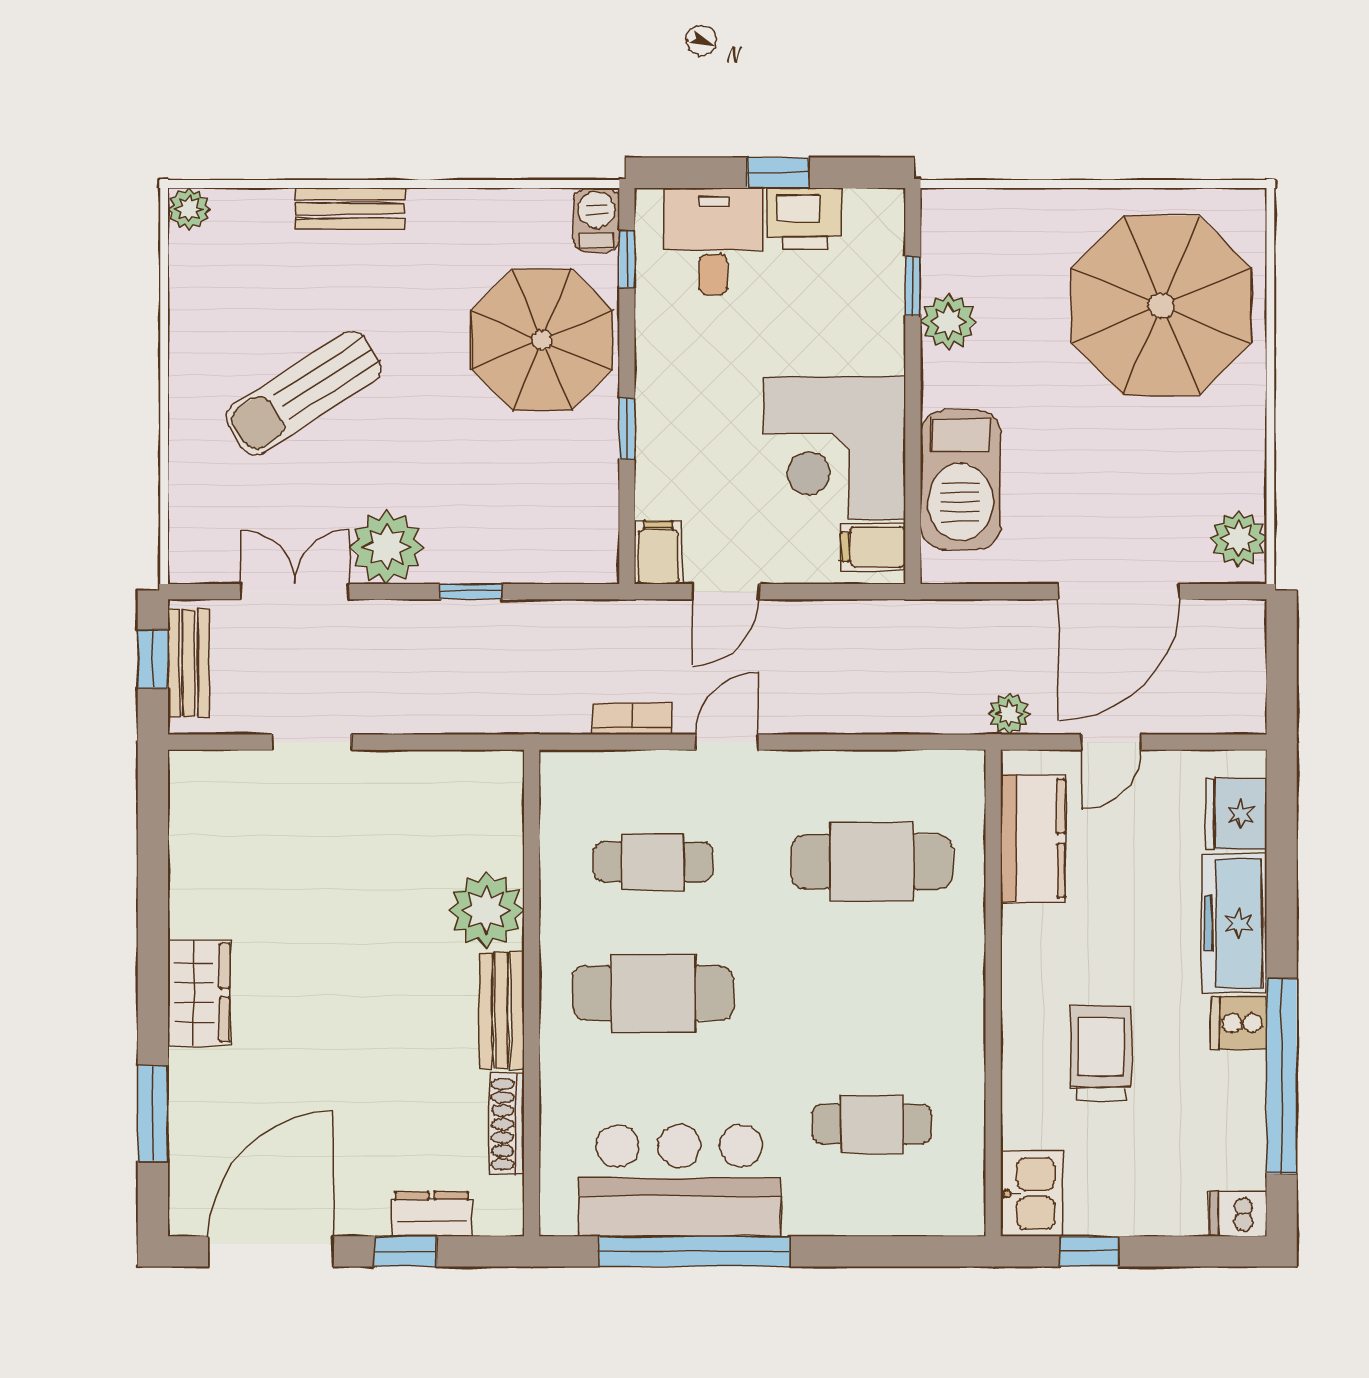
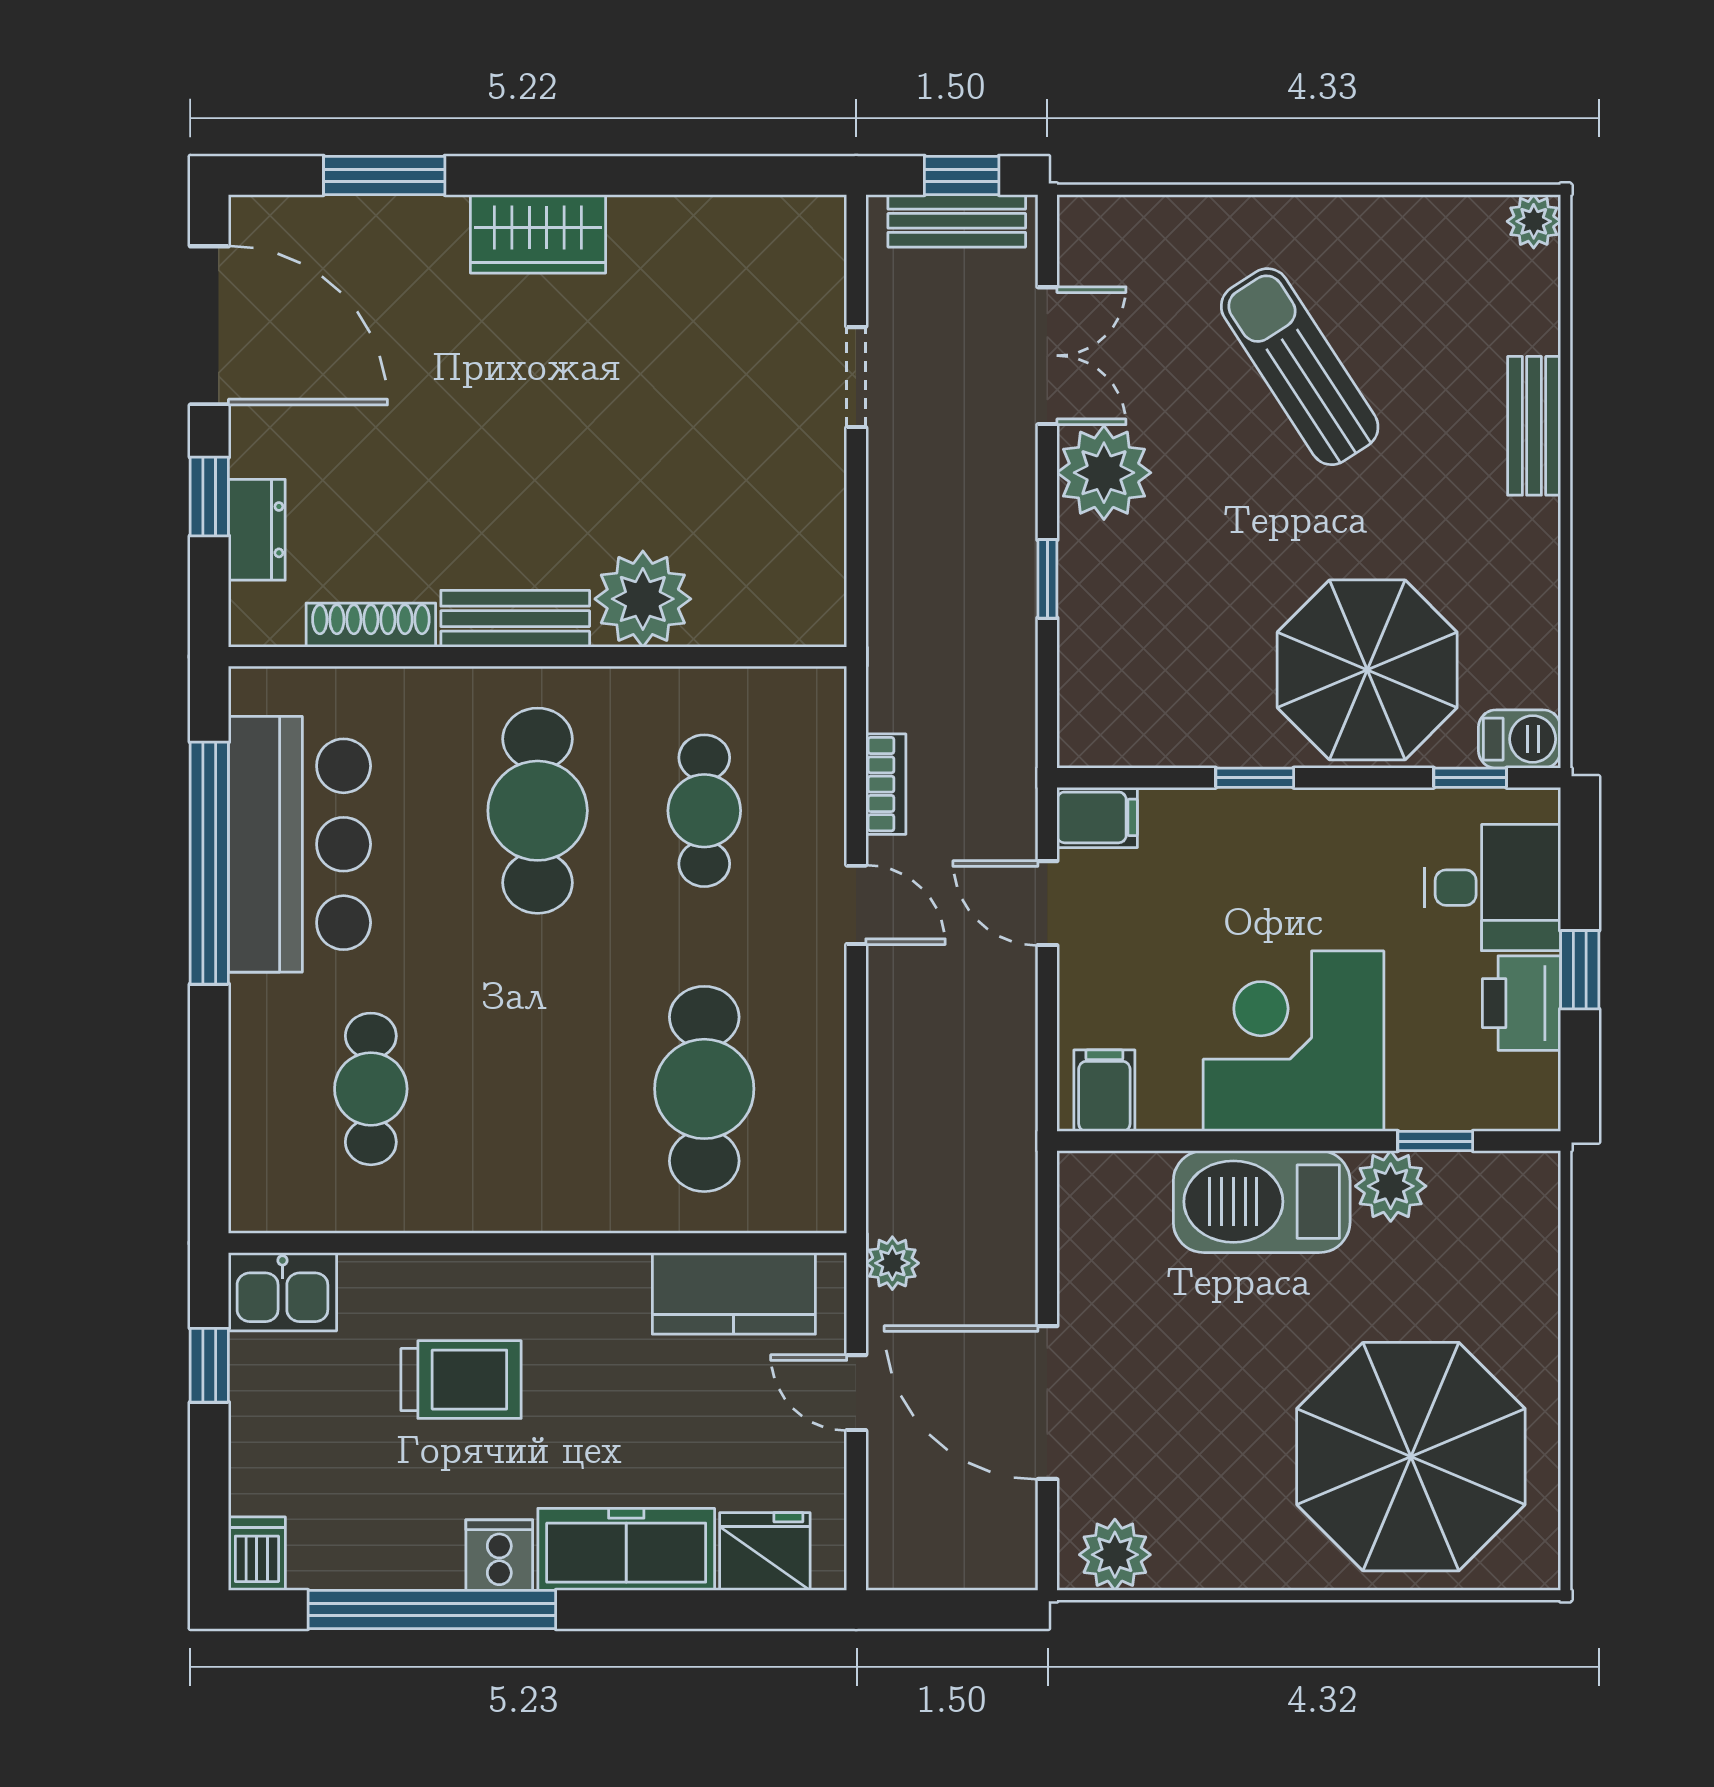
corner desk: (834, 448) -> (1293, 1041), moved
barbecue: (961, 480) -> (1262, 1202), moved

